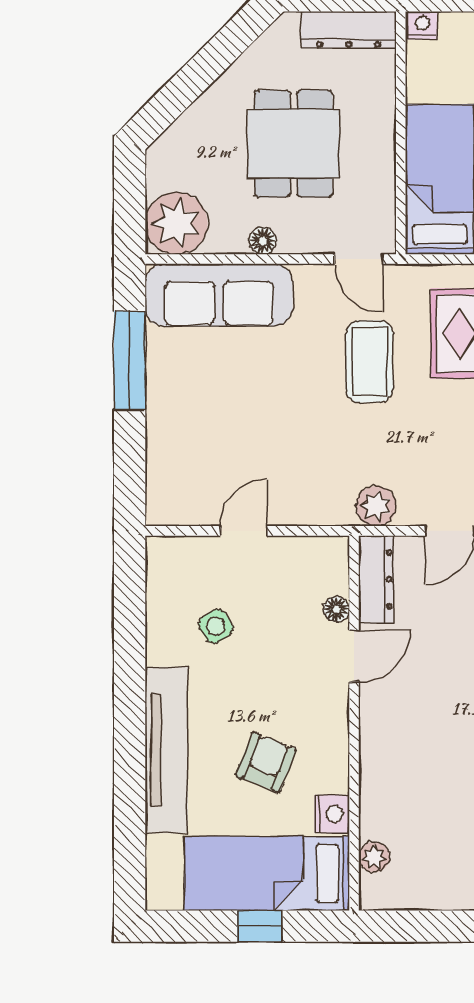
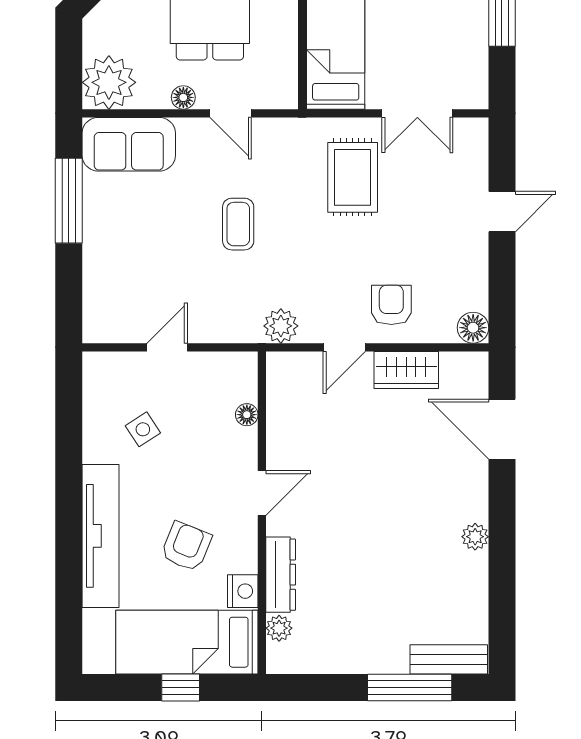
door: (359, 259) -> (231, 113), moved
sofa: (219, 295) -> (129, 144), width x0.73
coffee table: (369, 361) -> (238, 224), moved, width x0.73, depth x0.77
dresser: (376, 579) -> (281, 575), moved
door: (354, 656) -> (262, 493), moved

